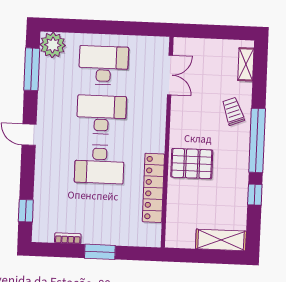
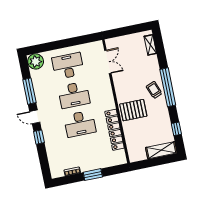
window: (32, 69) -> (29, 91), moved
trolley: (233, 111) -> (154, 90), moved
desk: (101, 115) -> (74, 95), turned 180
window: (255, 195) -> (176, 129), moved
window: (26, 211) -> (39, 137), moved

